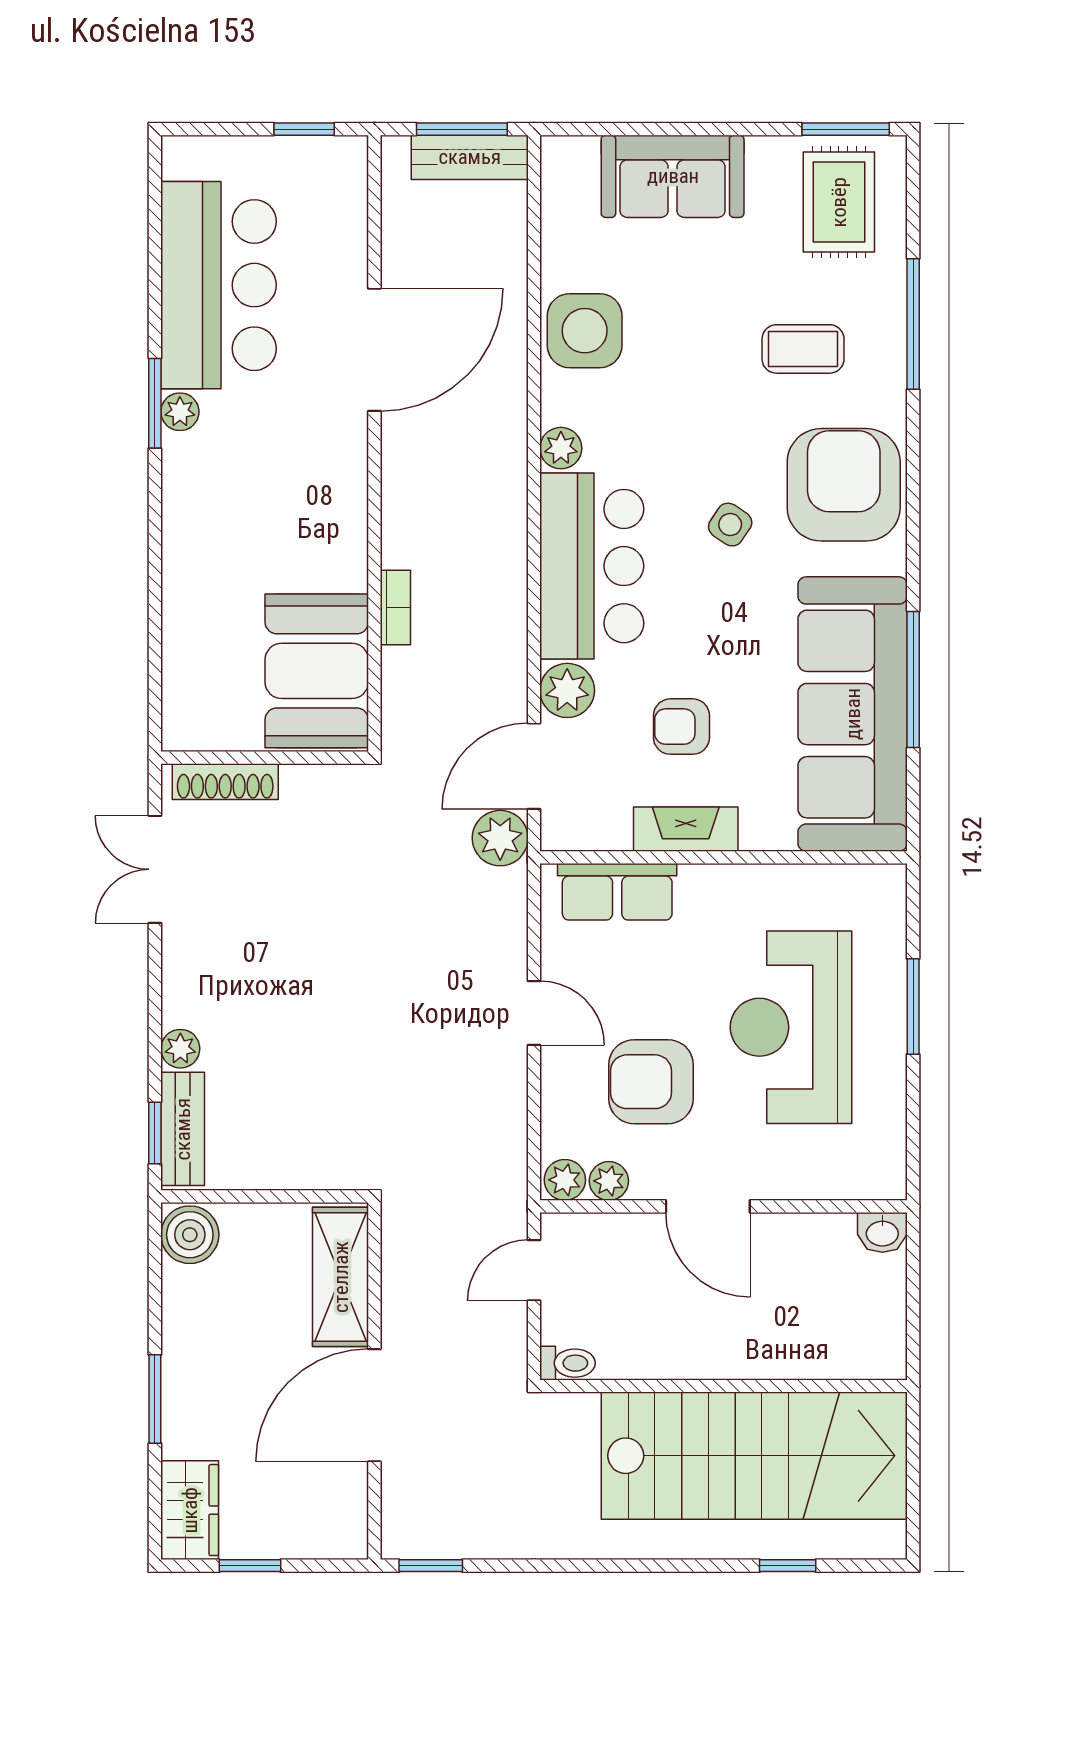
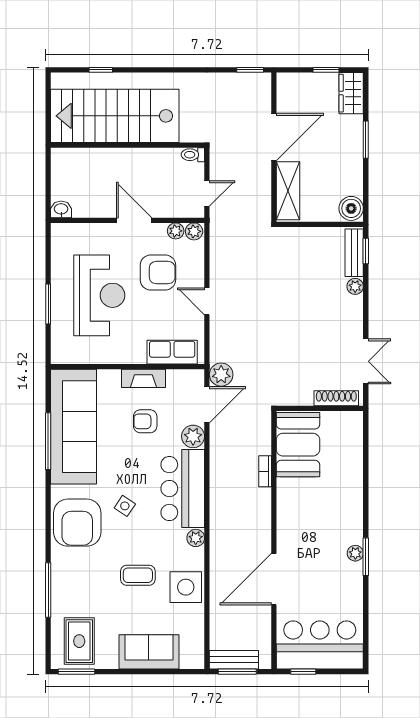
bar counter: (219, 285) -> (320, 645), moved, turned 90
coffee table: (803, 349) -> (138, 575), moved
armchair: (681, 727) -> (145, 421), turned 180

